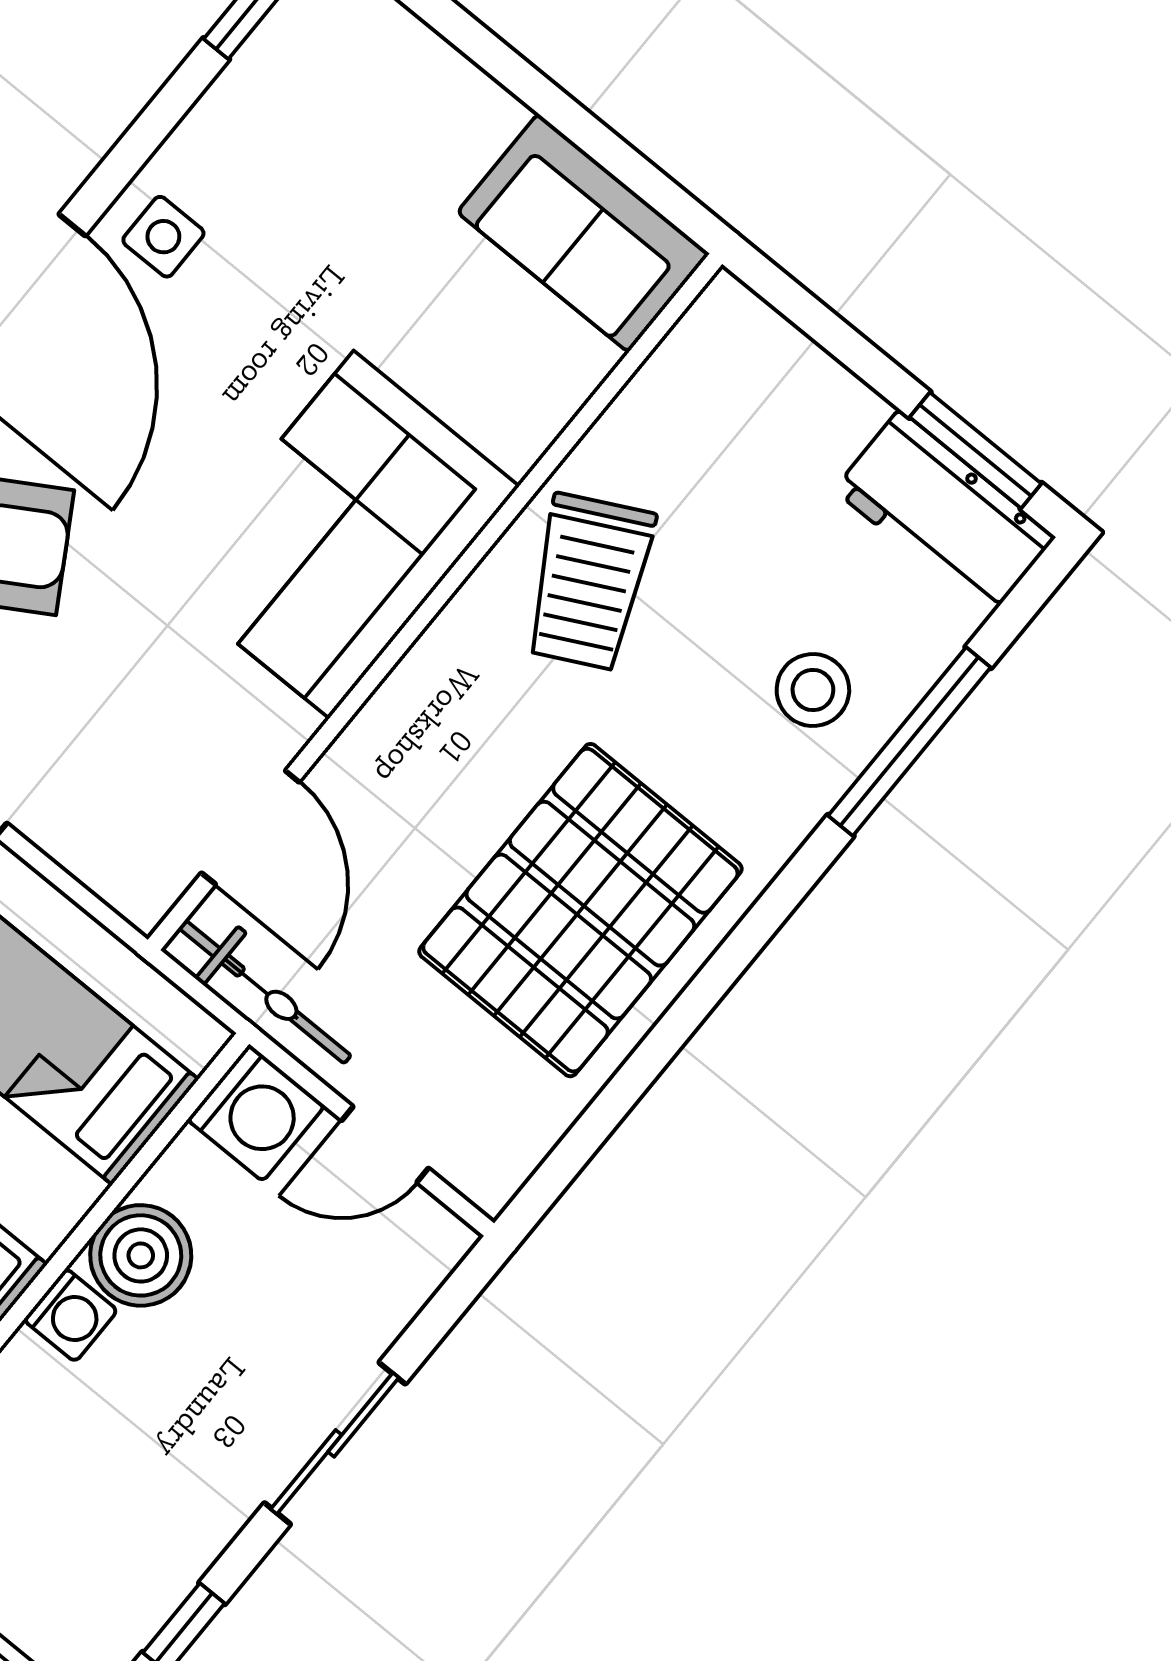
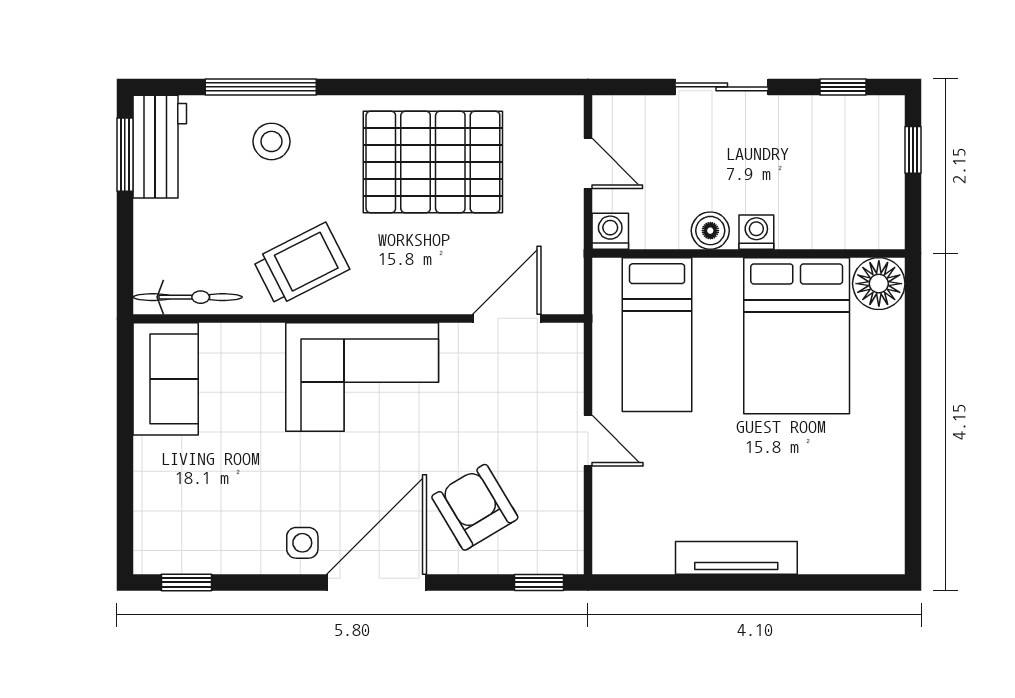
bicycle: (265, 992) -> (188, 297), moved, turned 90
washing machine: (256, 1113) -> (610, 231), width x0.73, depth x0.73
boiler: (141, 1255) -> (710, 231), width x0.73, depth x0.73

